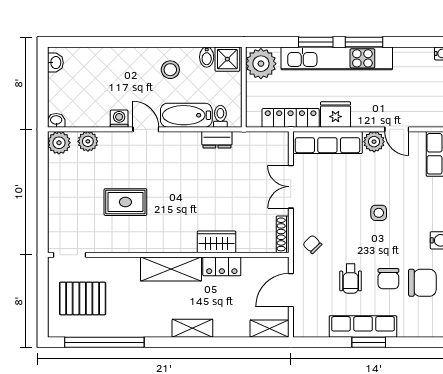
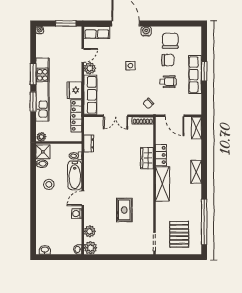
plant: (261, 64) -> (41, 137), width x0.53, depth x0.53
dresser: (217, 140) -> (89, 143), moved

